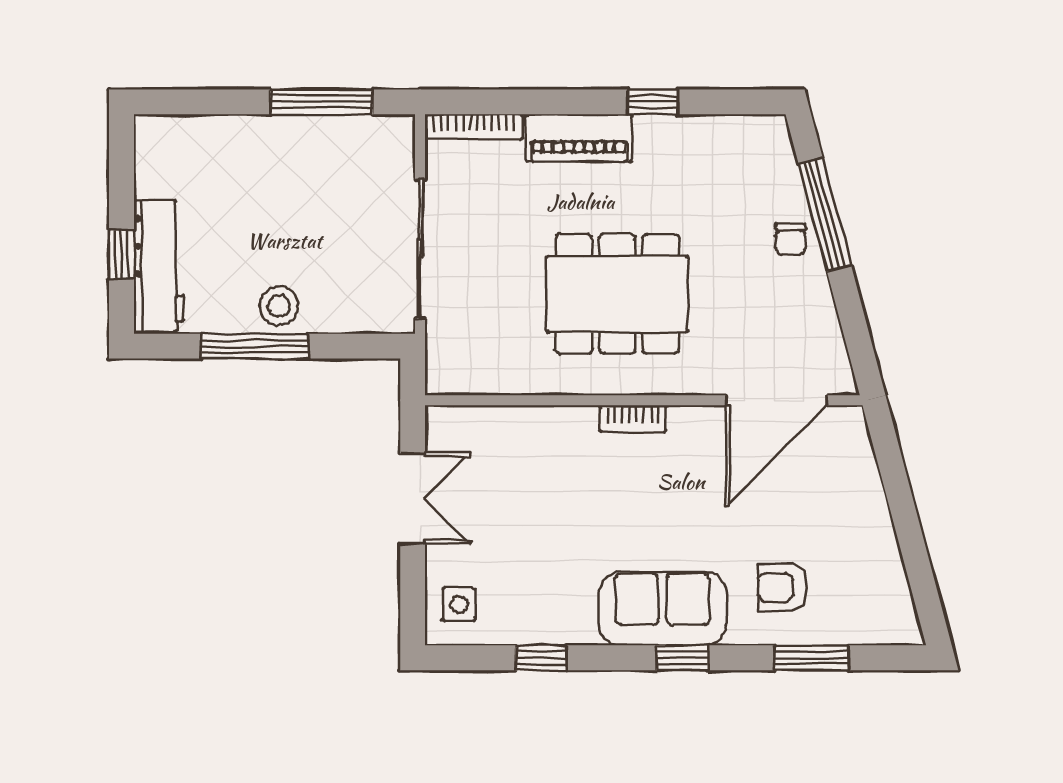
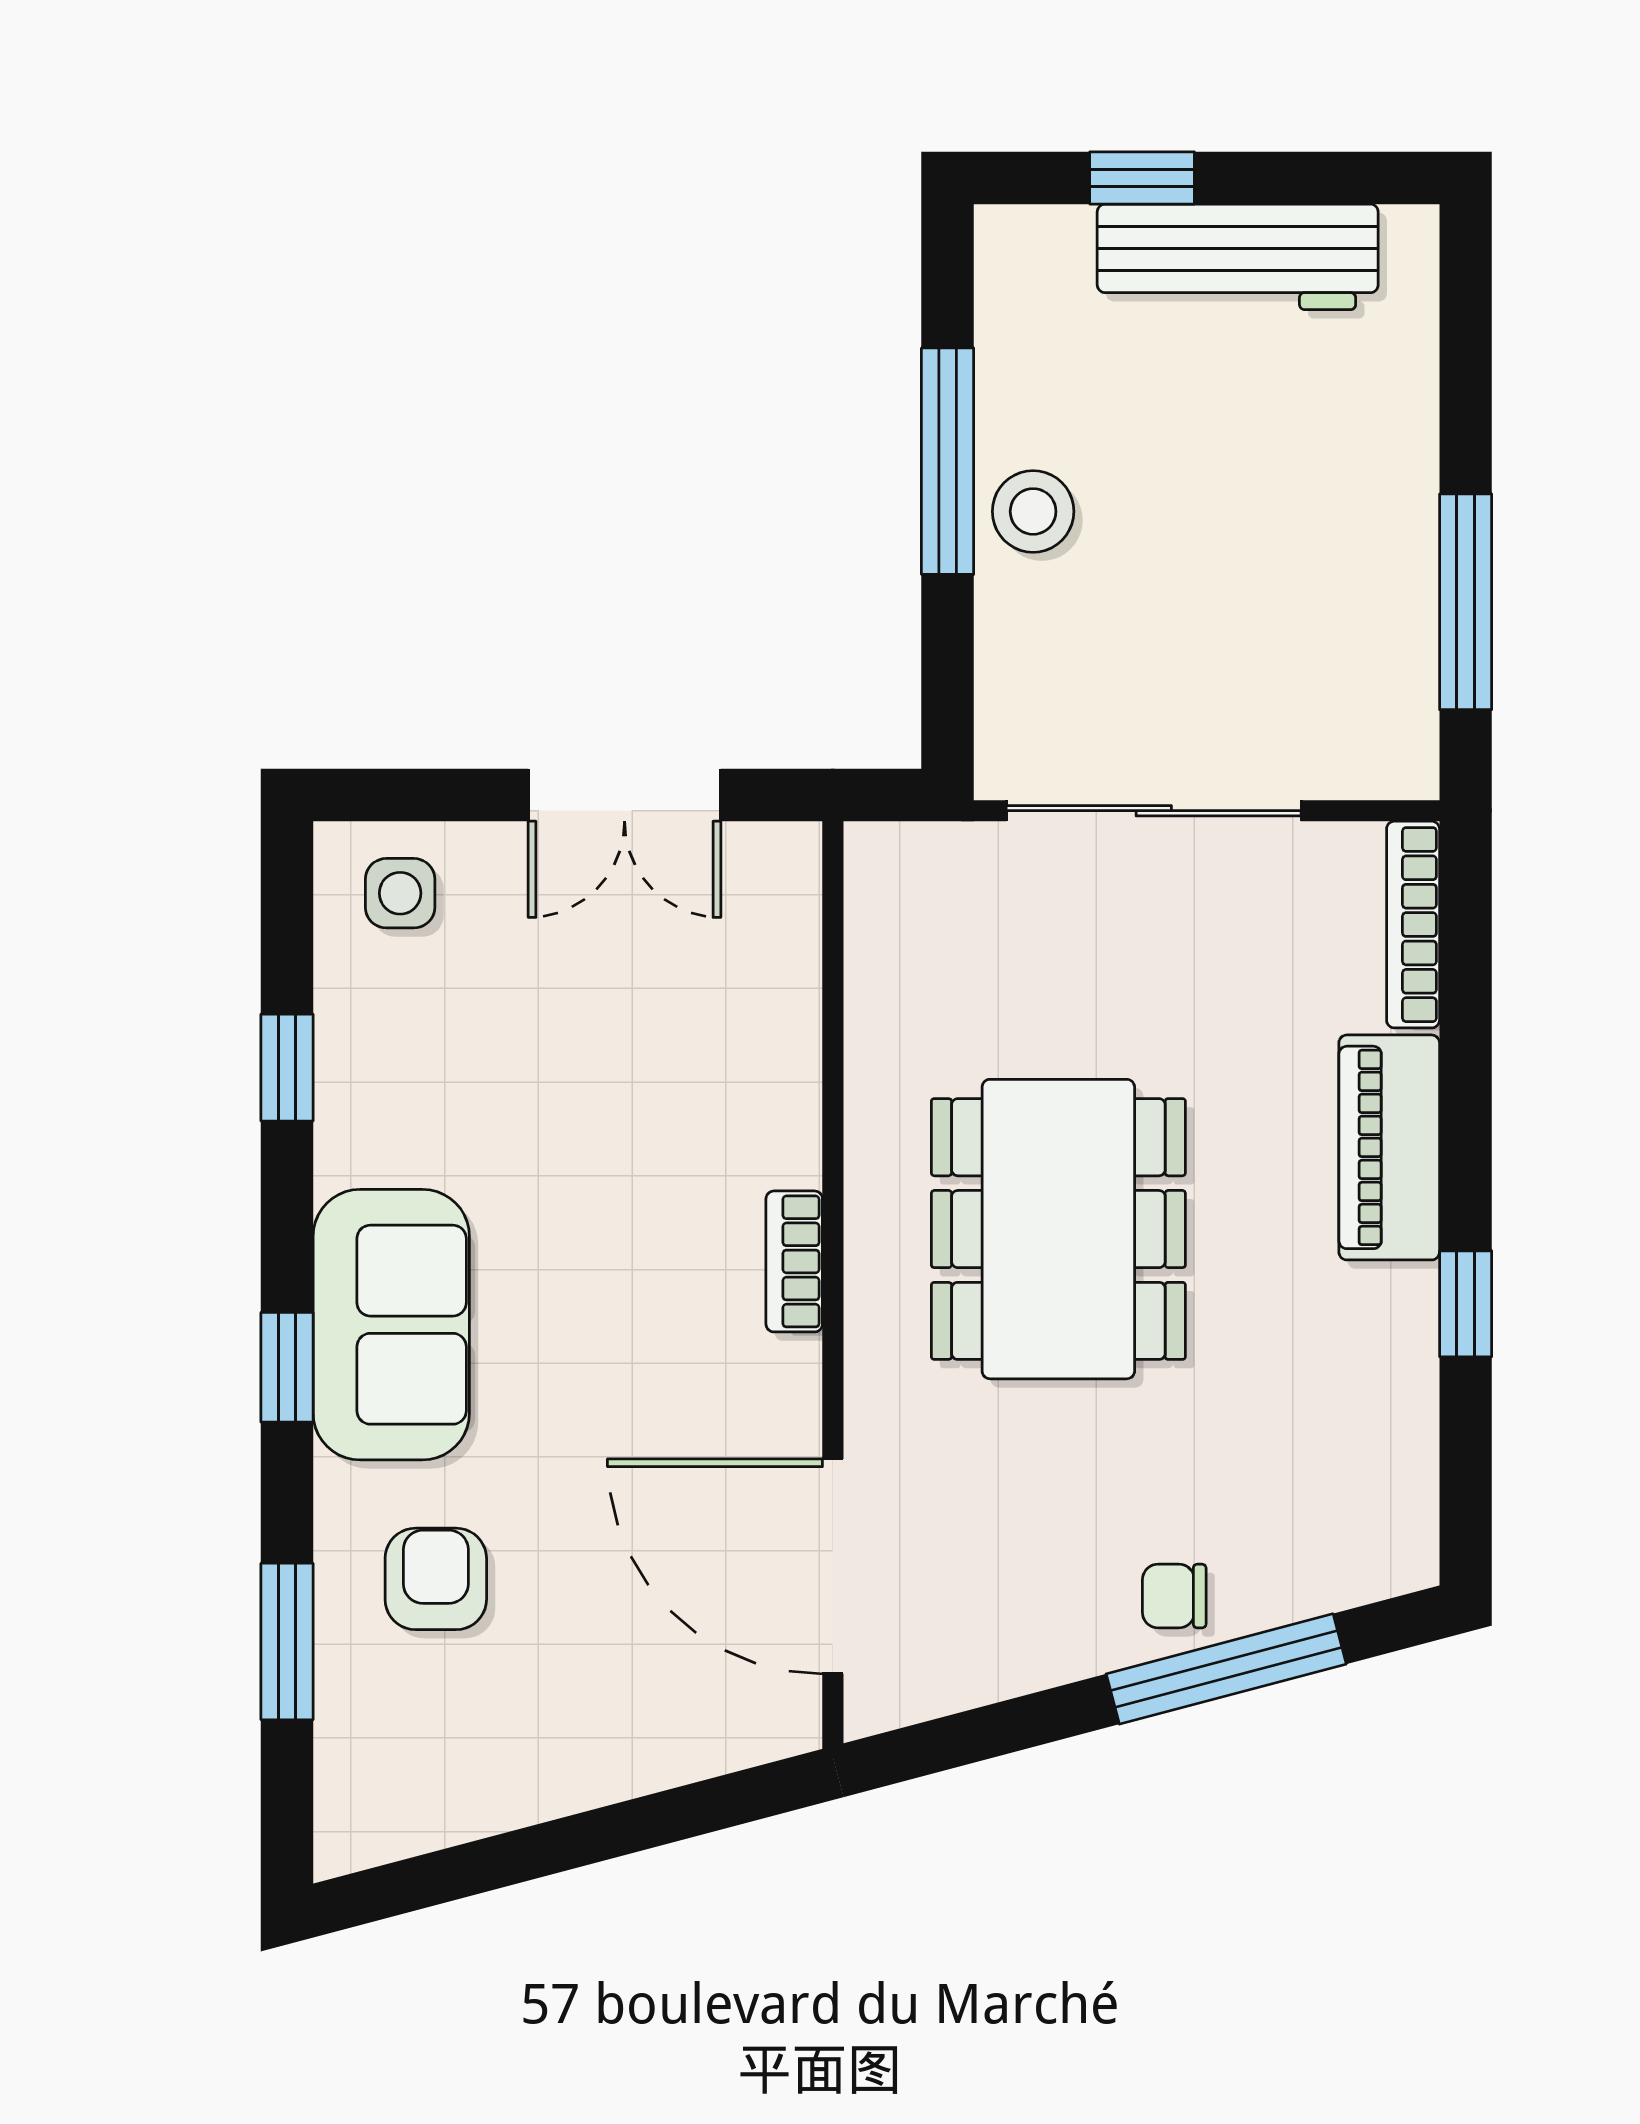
workbench: (159, 266) -> (1238, 257), moved

